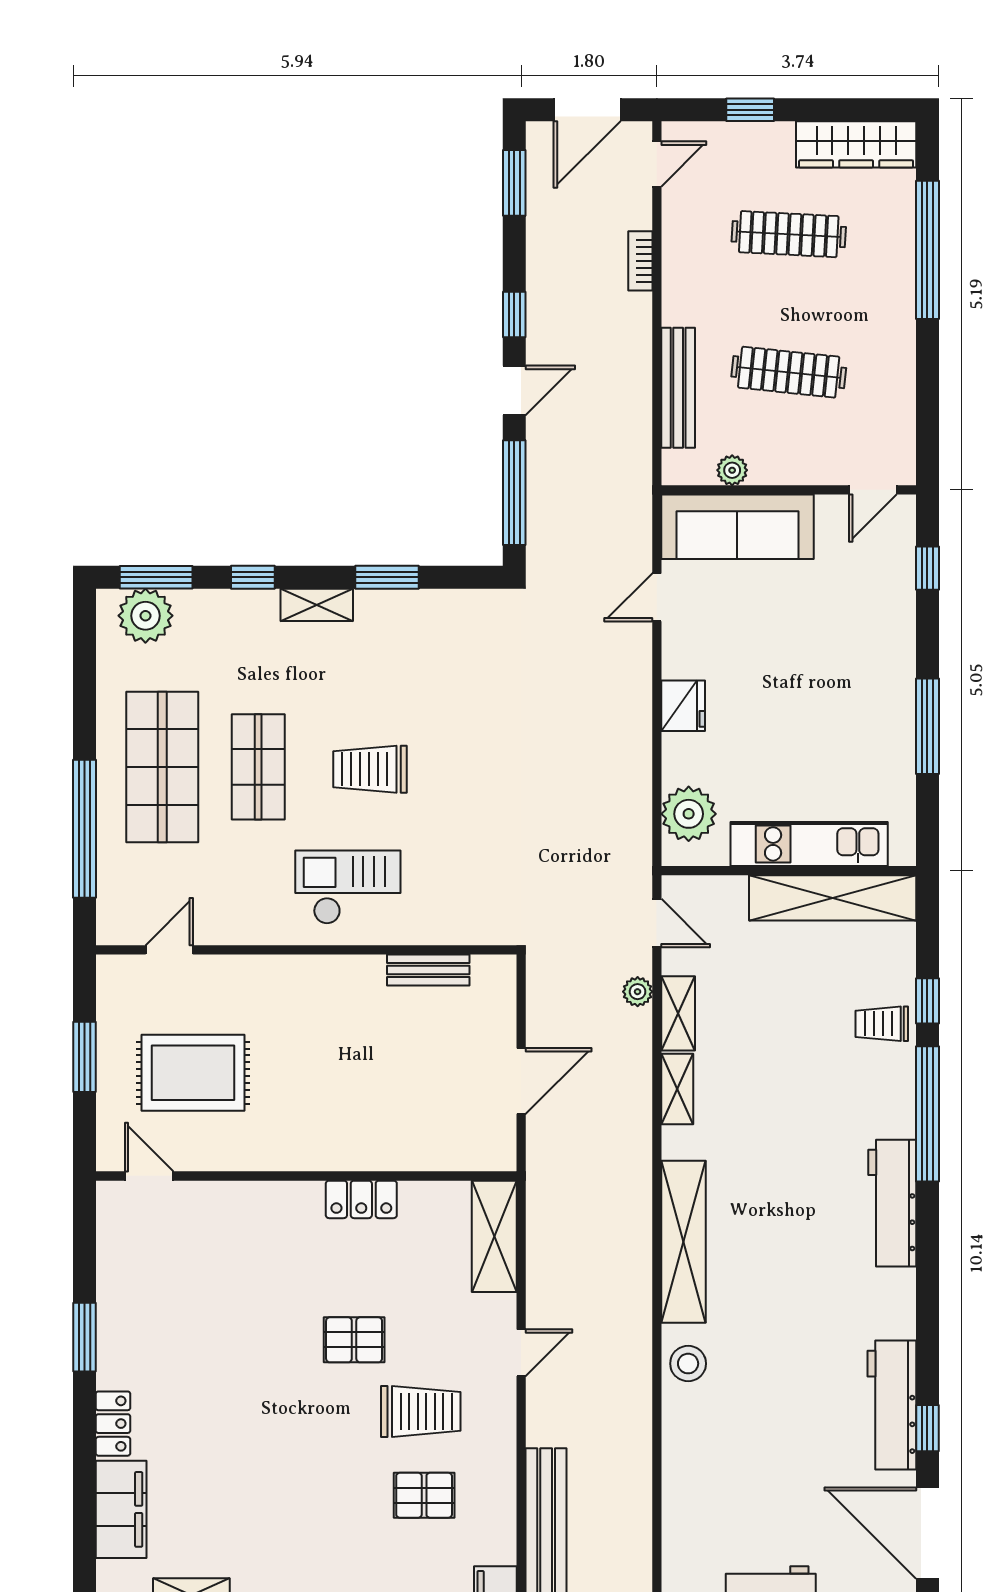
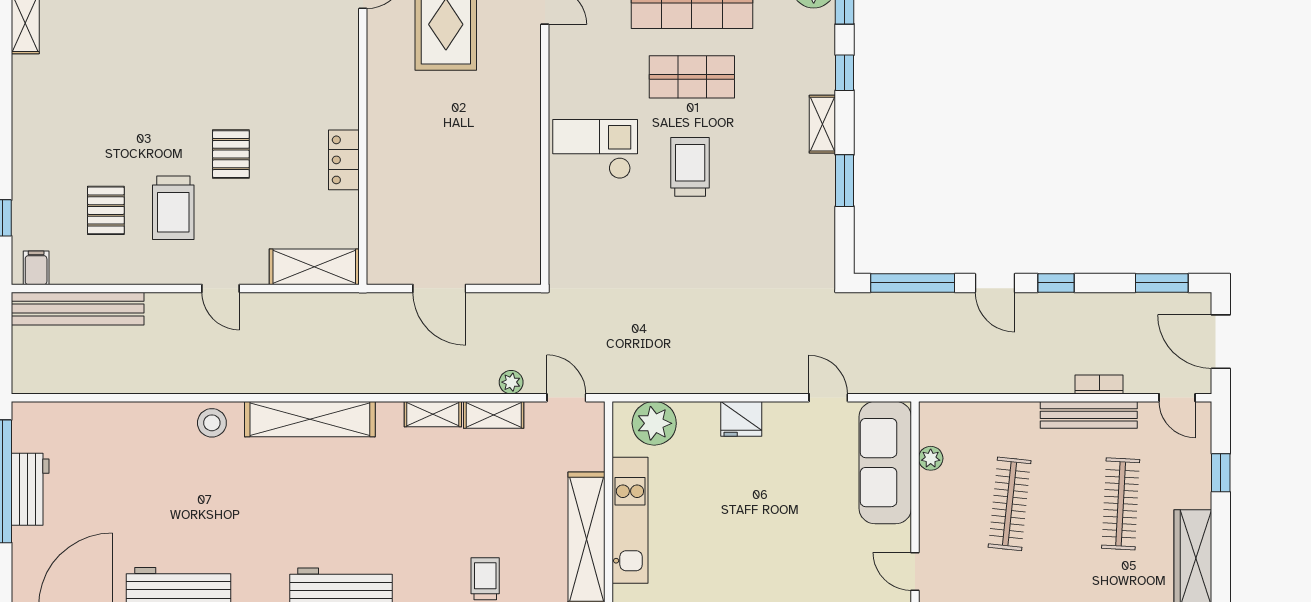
bench: (678, 388) -> (1089, 415), moved
checkout: (348, 887) -> (595, 149), turned -90
door: (657, 923) -> (566, 398), swing flipped
bench: (428, 970) -> (529, 214), removed

